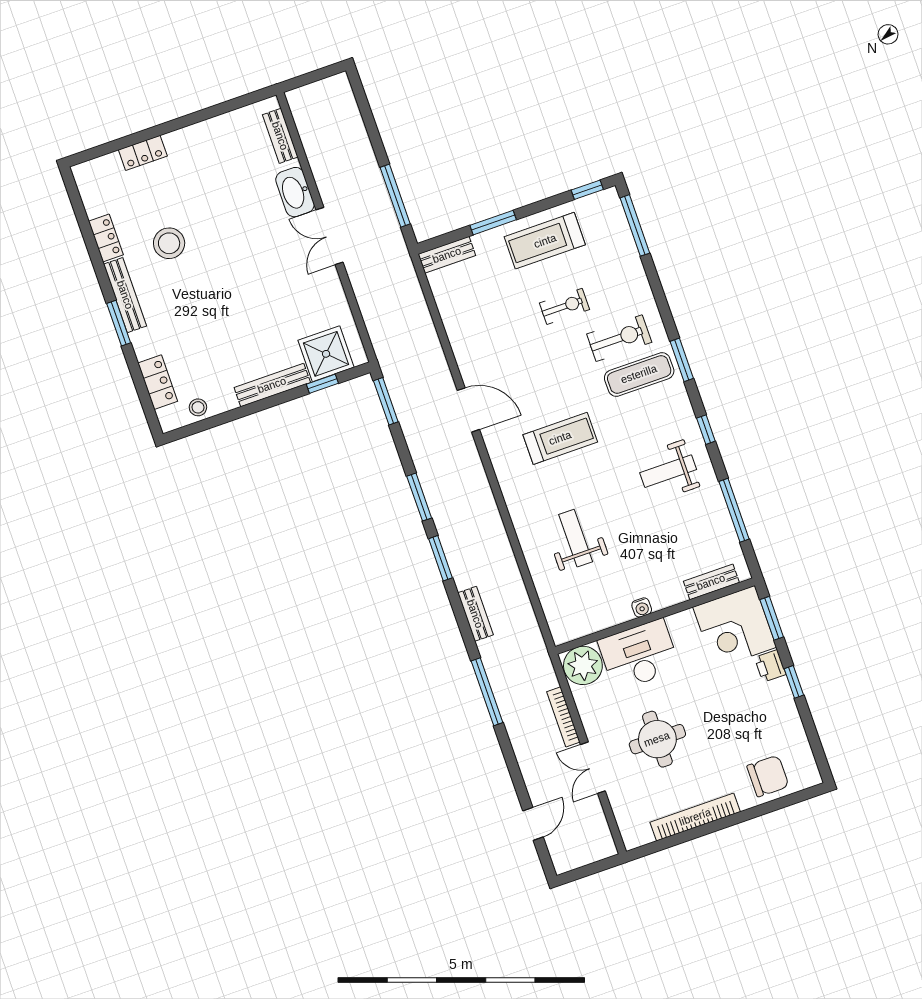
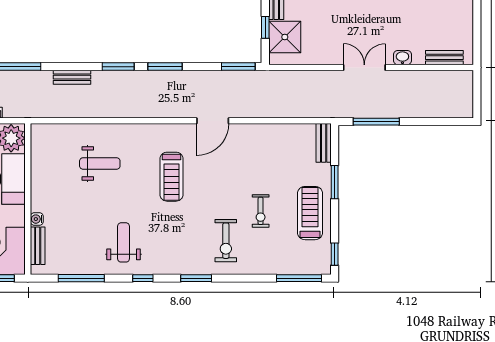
washbasin: (295, 192) -> (402, 58), width x0.52, depth x0.69
exercise mat: (639, 374) -> (196, 246), removed
water cooler: (642, 607) -> (37, 219), moved

